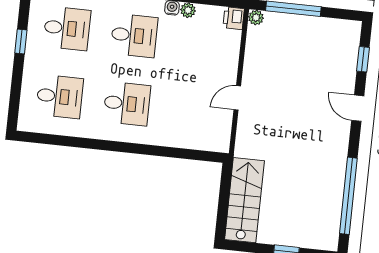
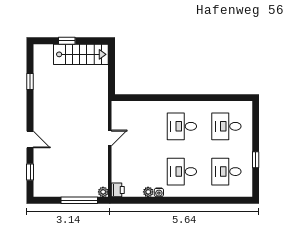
window: (348, 196) -> (30, 81), width x0.32
stairs: (244, 200) -> (81, 54), moved, turned -90

